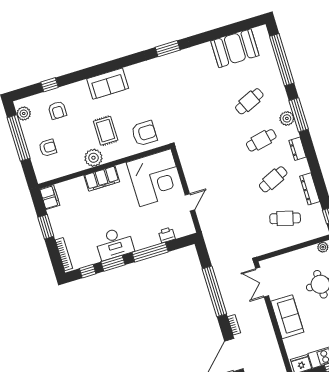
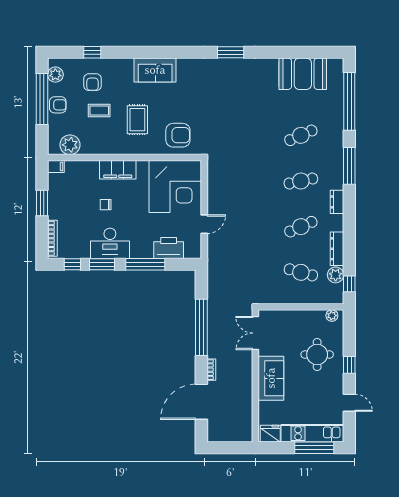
plant: (287, 118) -> (336, 275), moved
coffee table: (71, 133) -> (99, 111), added
armchair: (48, 148) -> (58, 105), moved
plant: (93, 158) -> (70, 145), moved
filing cabinet: (50, 197) -> (56, 166), width x0.50
chair: (101, 211) -> (106, 205), added
printer: (167, 235) -> (169, 248), width x1.87, depth x1.48

